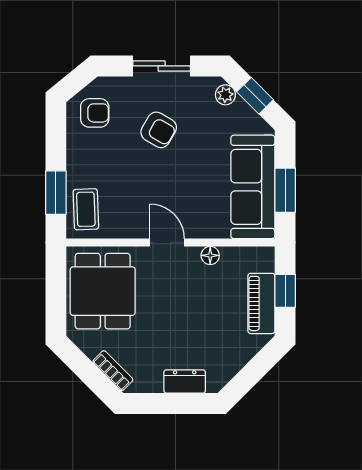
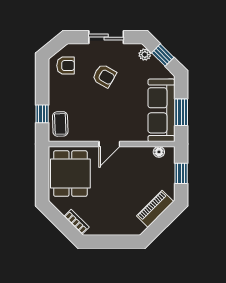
window: (56, 193) -> (42, 114), width x0.67
door: (167, 242) -> (109, 144), swing flipped
floor lamp: (210, 255) -> (159, 152), moved
piano: (261, 303) -> (155, 209), moved, turned 45
dresser: (185, 381) -> (120, 228), removed

